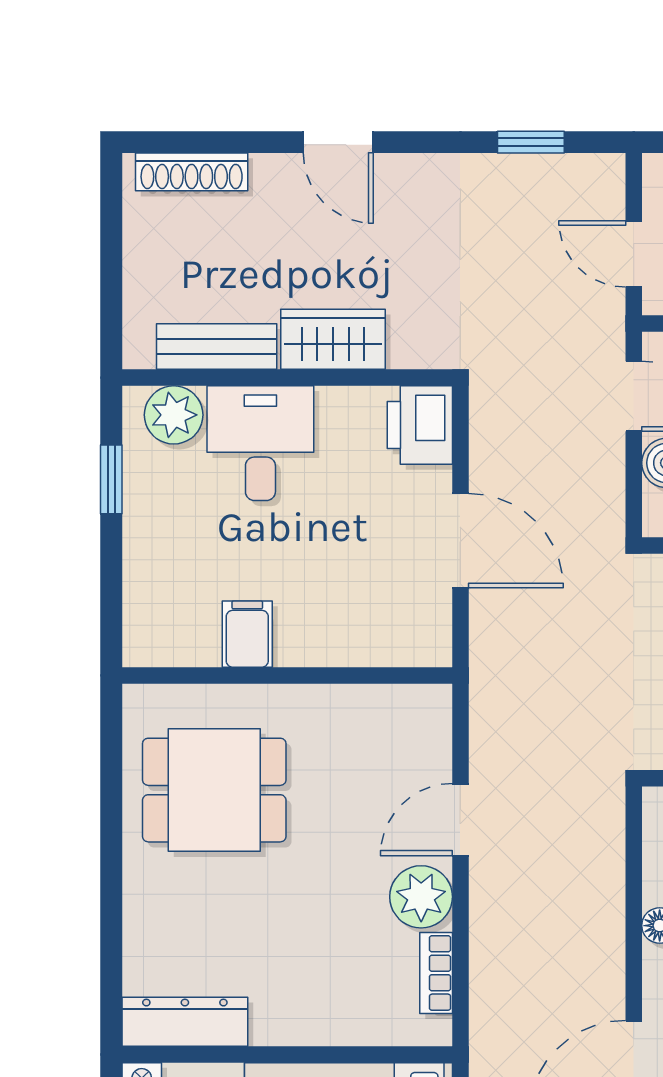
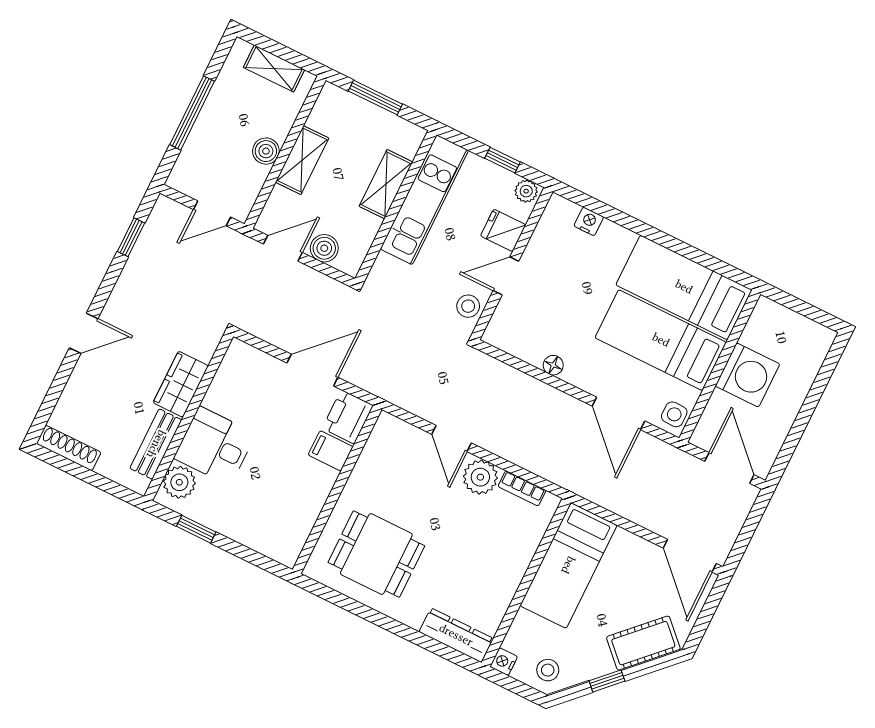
shoe rack: (192, 172) -> (69, 448), moved, turned -90
printer: (420, 425) -> (348, 417), moved, turned 90
filing cabinet: (247, 634) -> (331, 451), moved
dining table: (214, 790) -> (376, 554), turned 90
dresser: (185, 1022) -> (456, 635), moved, turned 90

